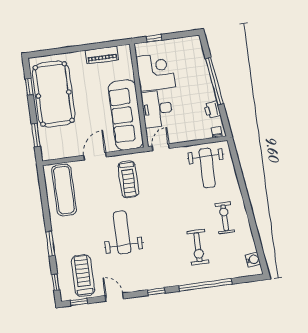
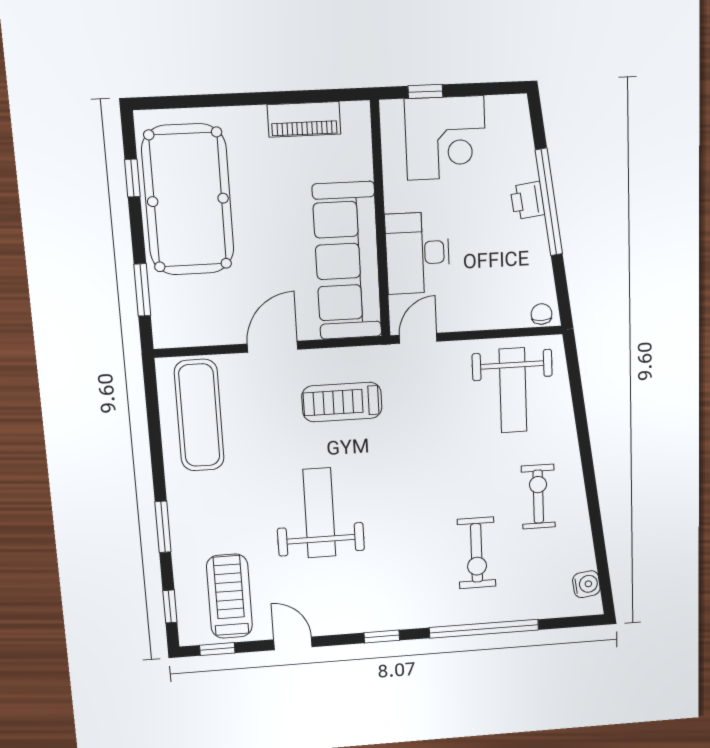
corner desk: (156, 72) -> (445, 138), moved, turned 90
printer: (212, 110) -> (527, 201), moved
treadmill: (128, 179) -> (342, 402), turned 90

